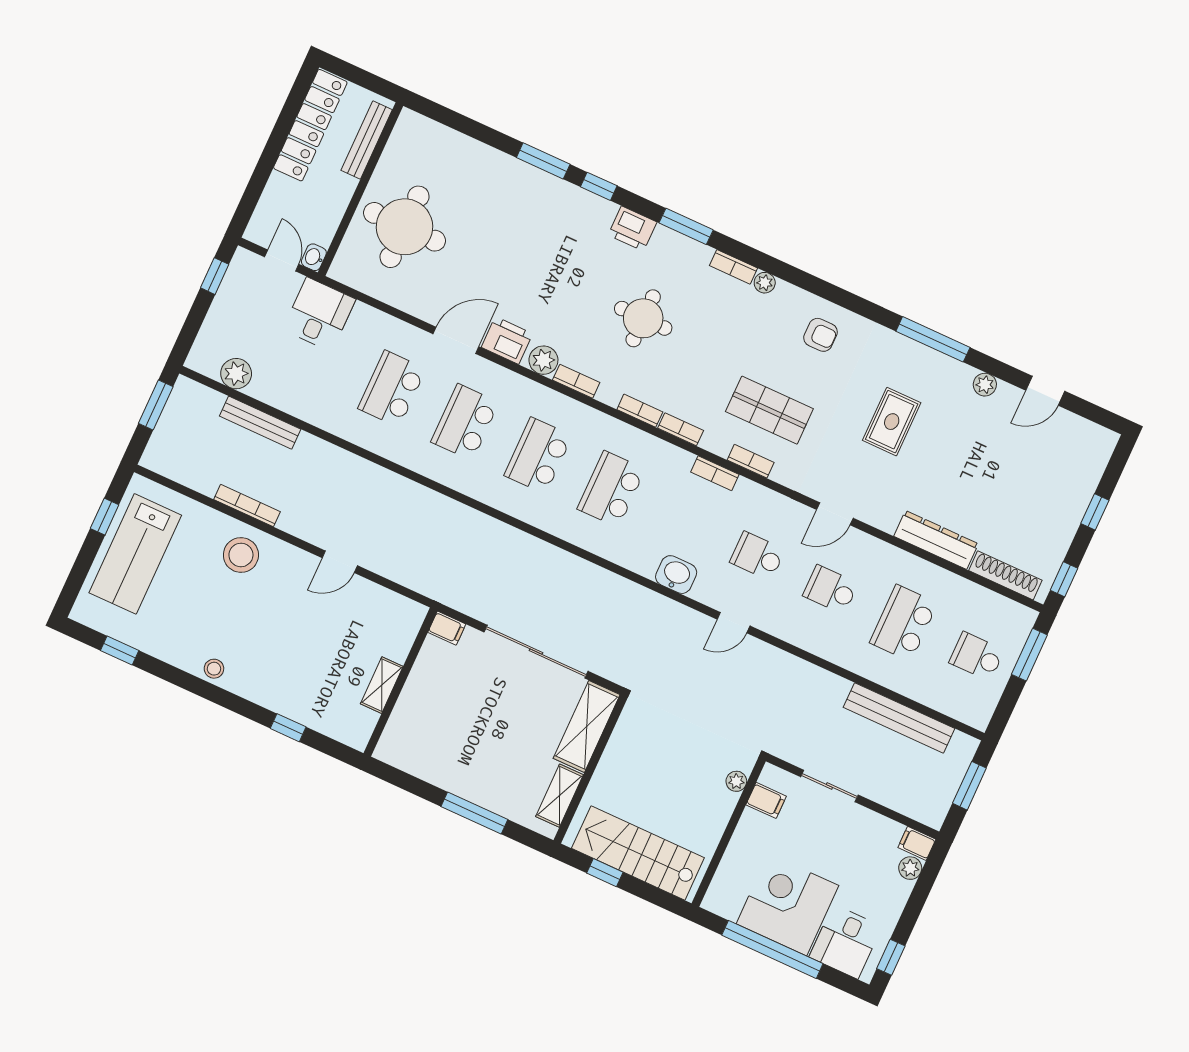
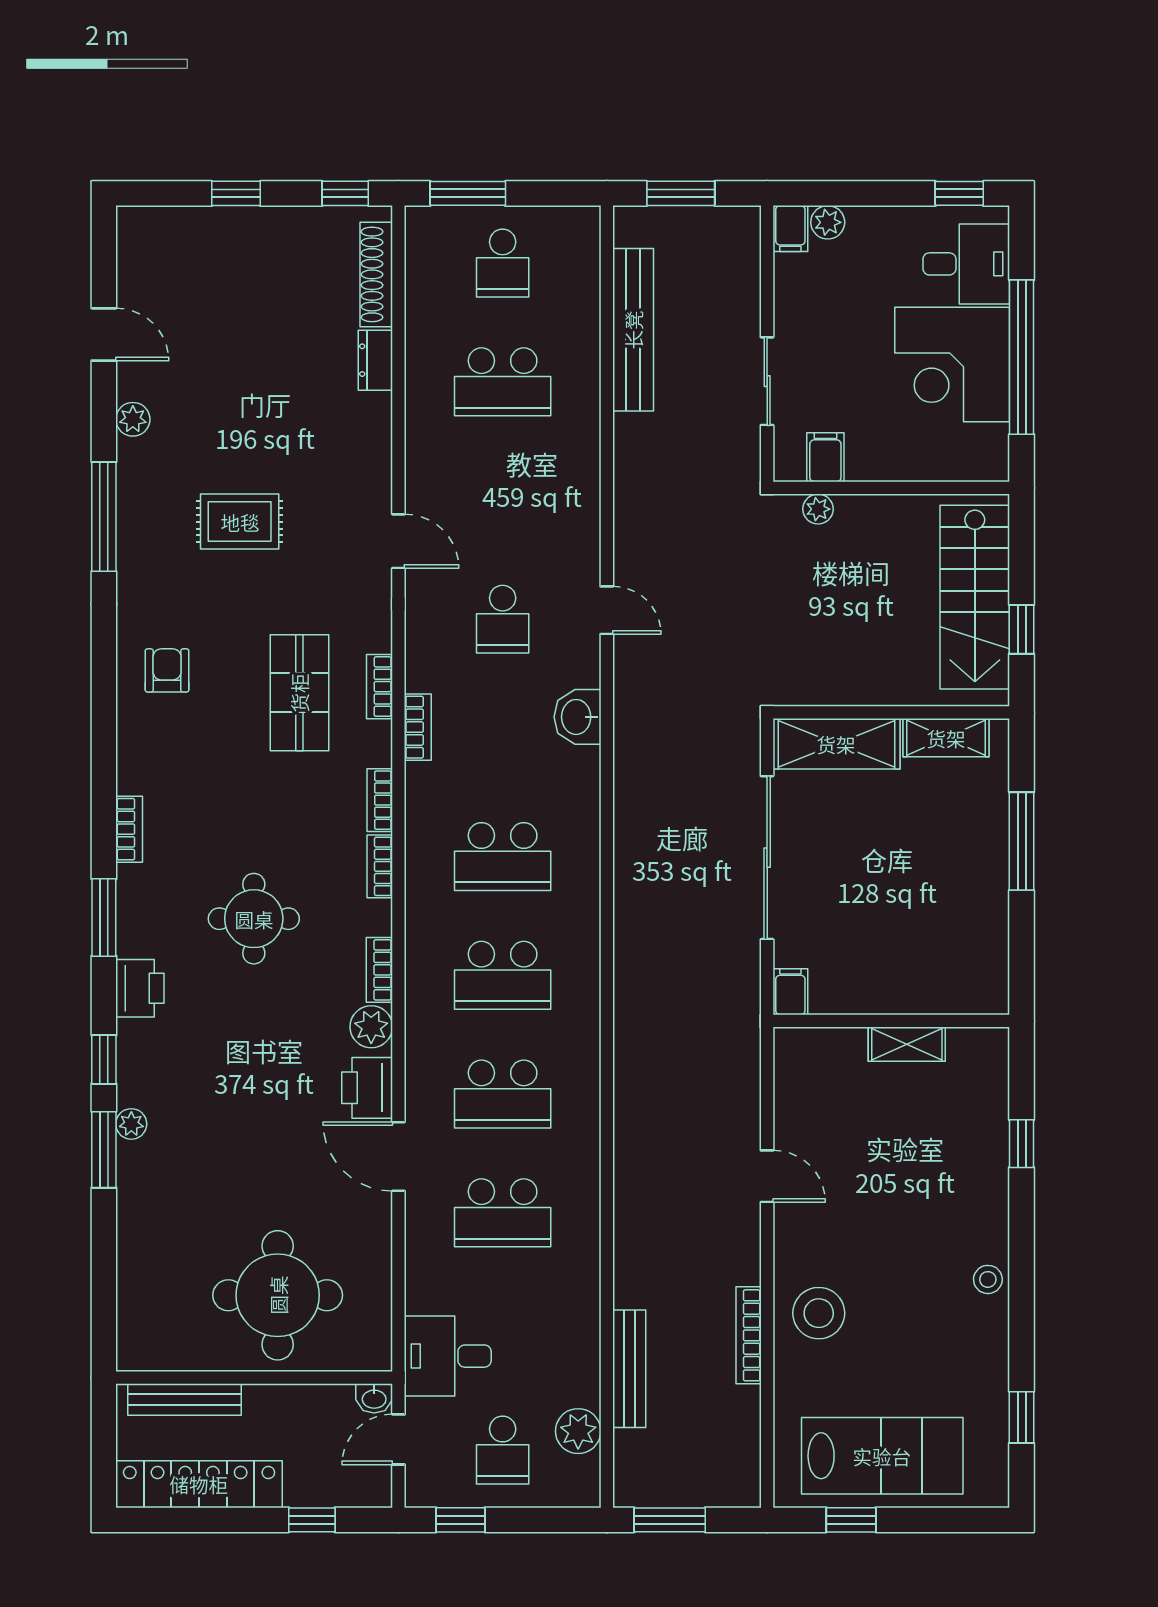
window: (257, 185) -> (312, 1520), added
plant: (765, 283) -> (131, 1124), moved
dresser: (936, 540) -> (375, 360), width x0.51, depth x0.80
school desk: (831, 589) -> (503, 1450), moved

